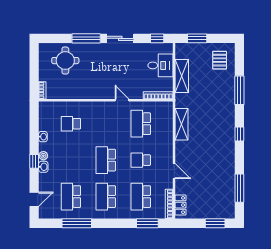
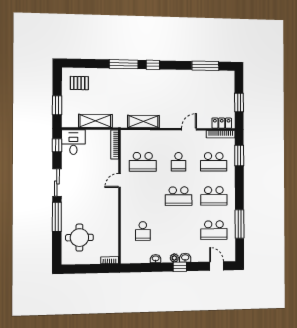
desk: (160, 65) -> (73, 142), moved
window: (239, 90) -> (124, 64), moved
window: (215, 223) -> (239, 103), moved

